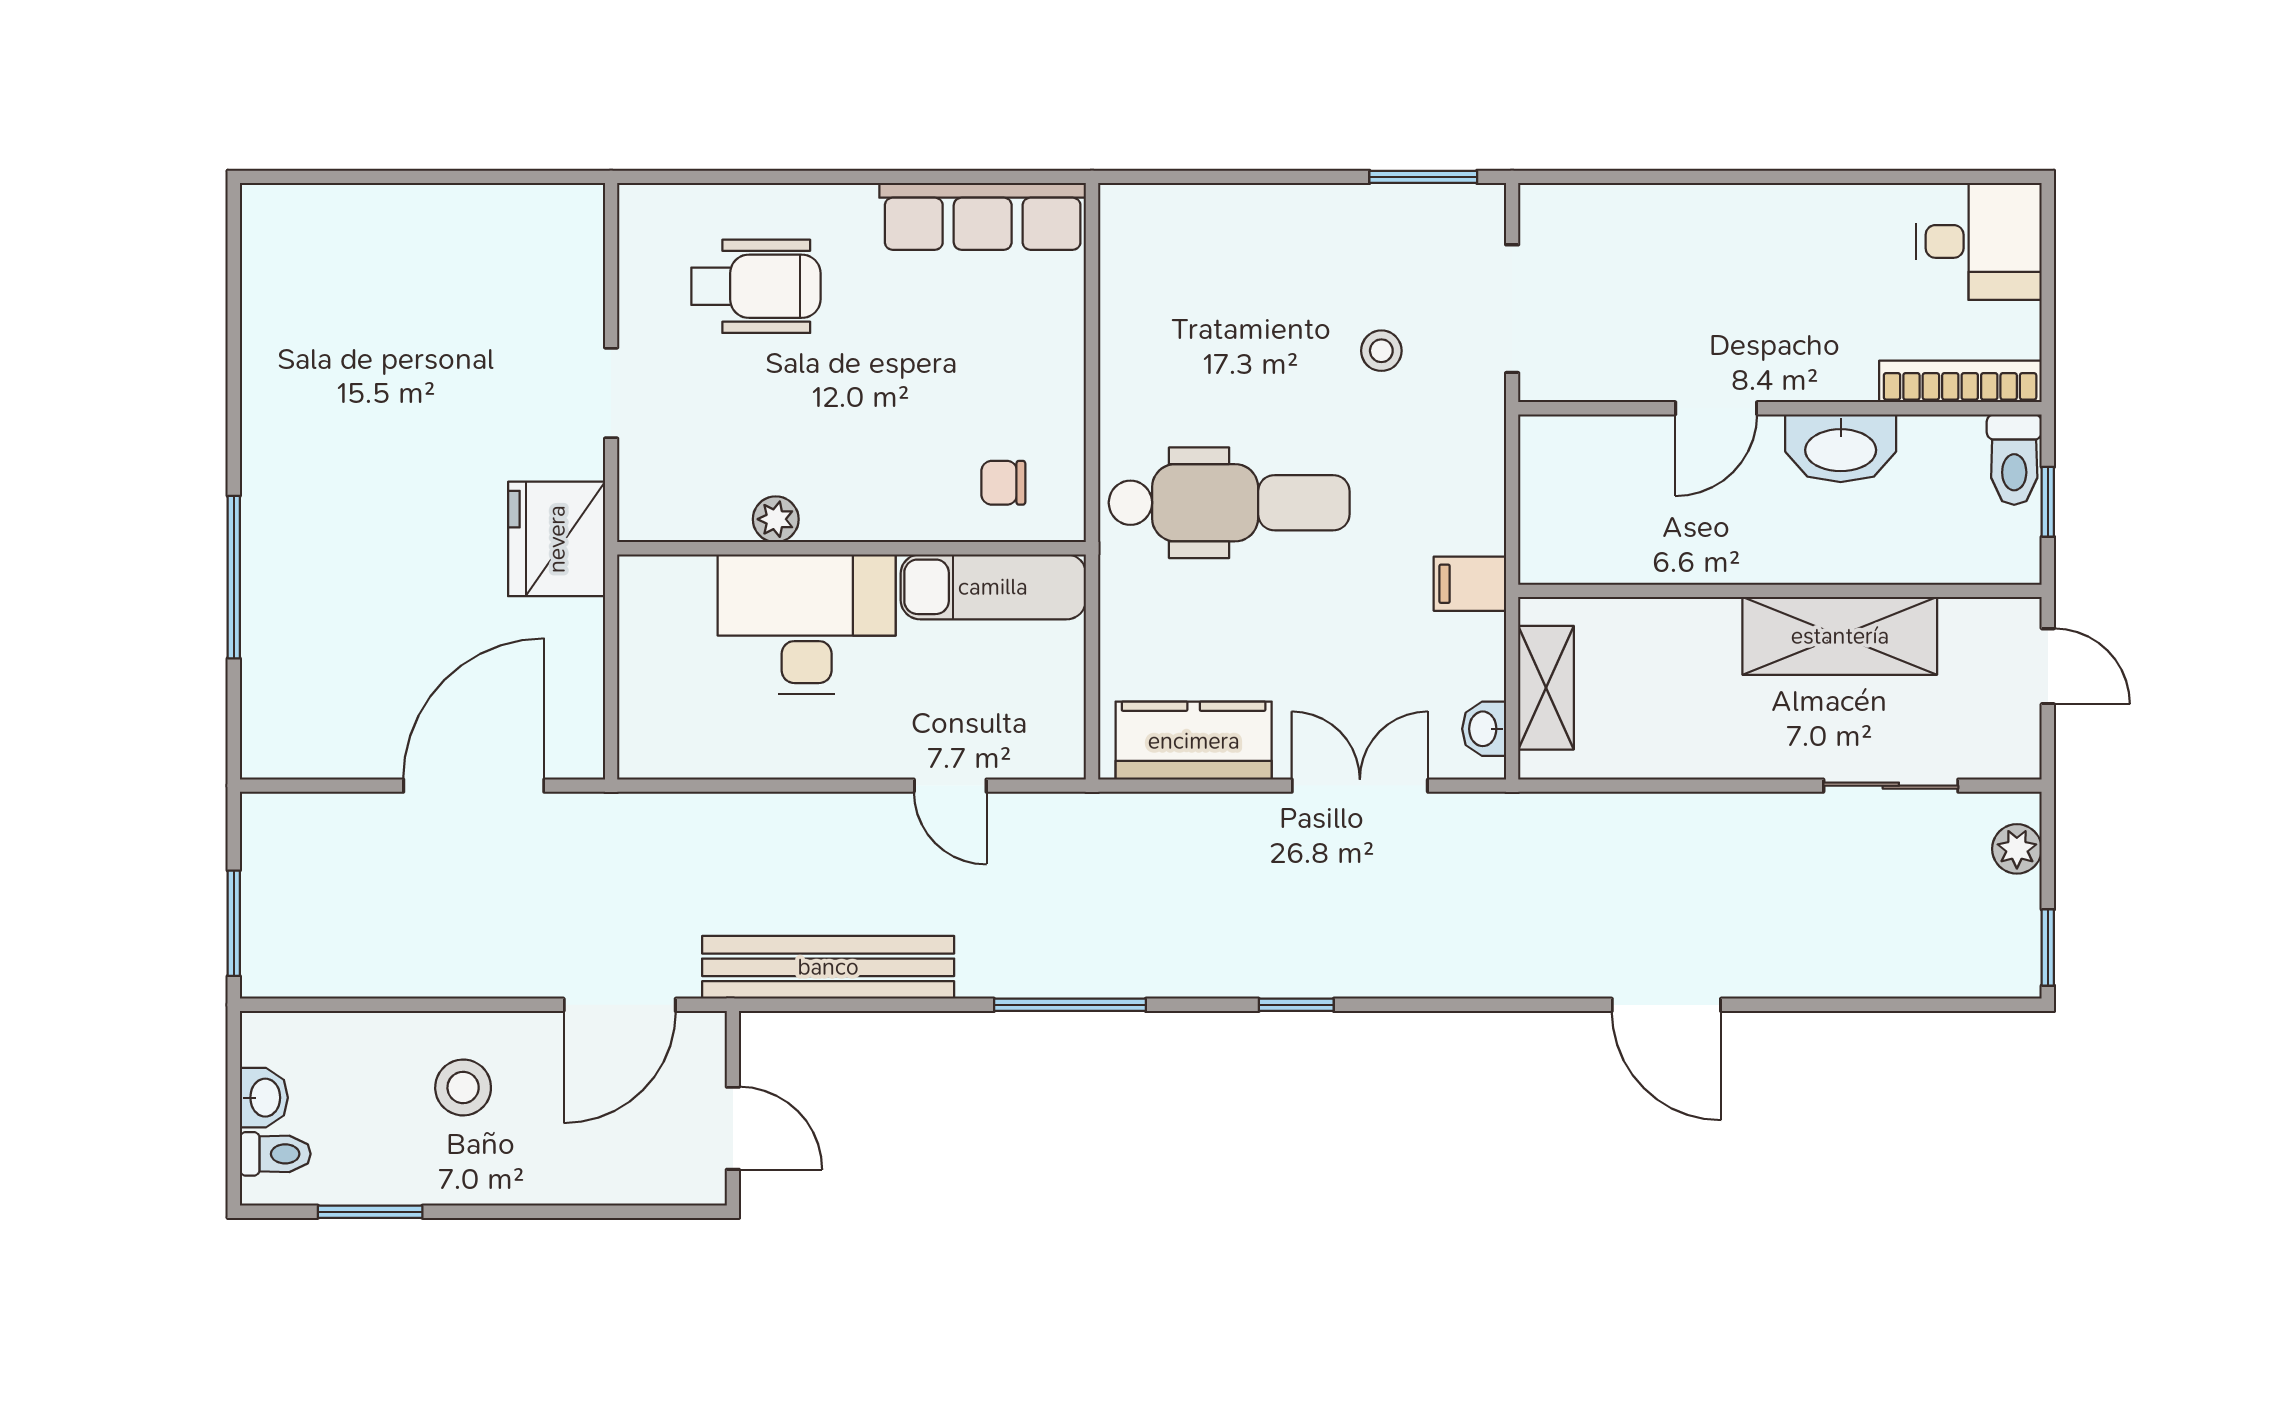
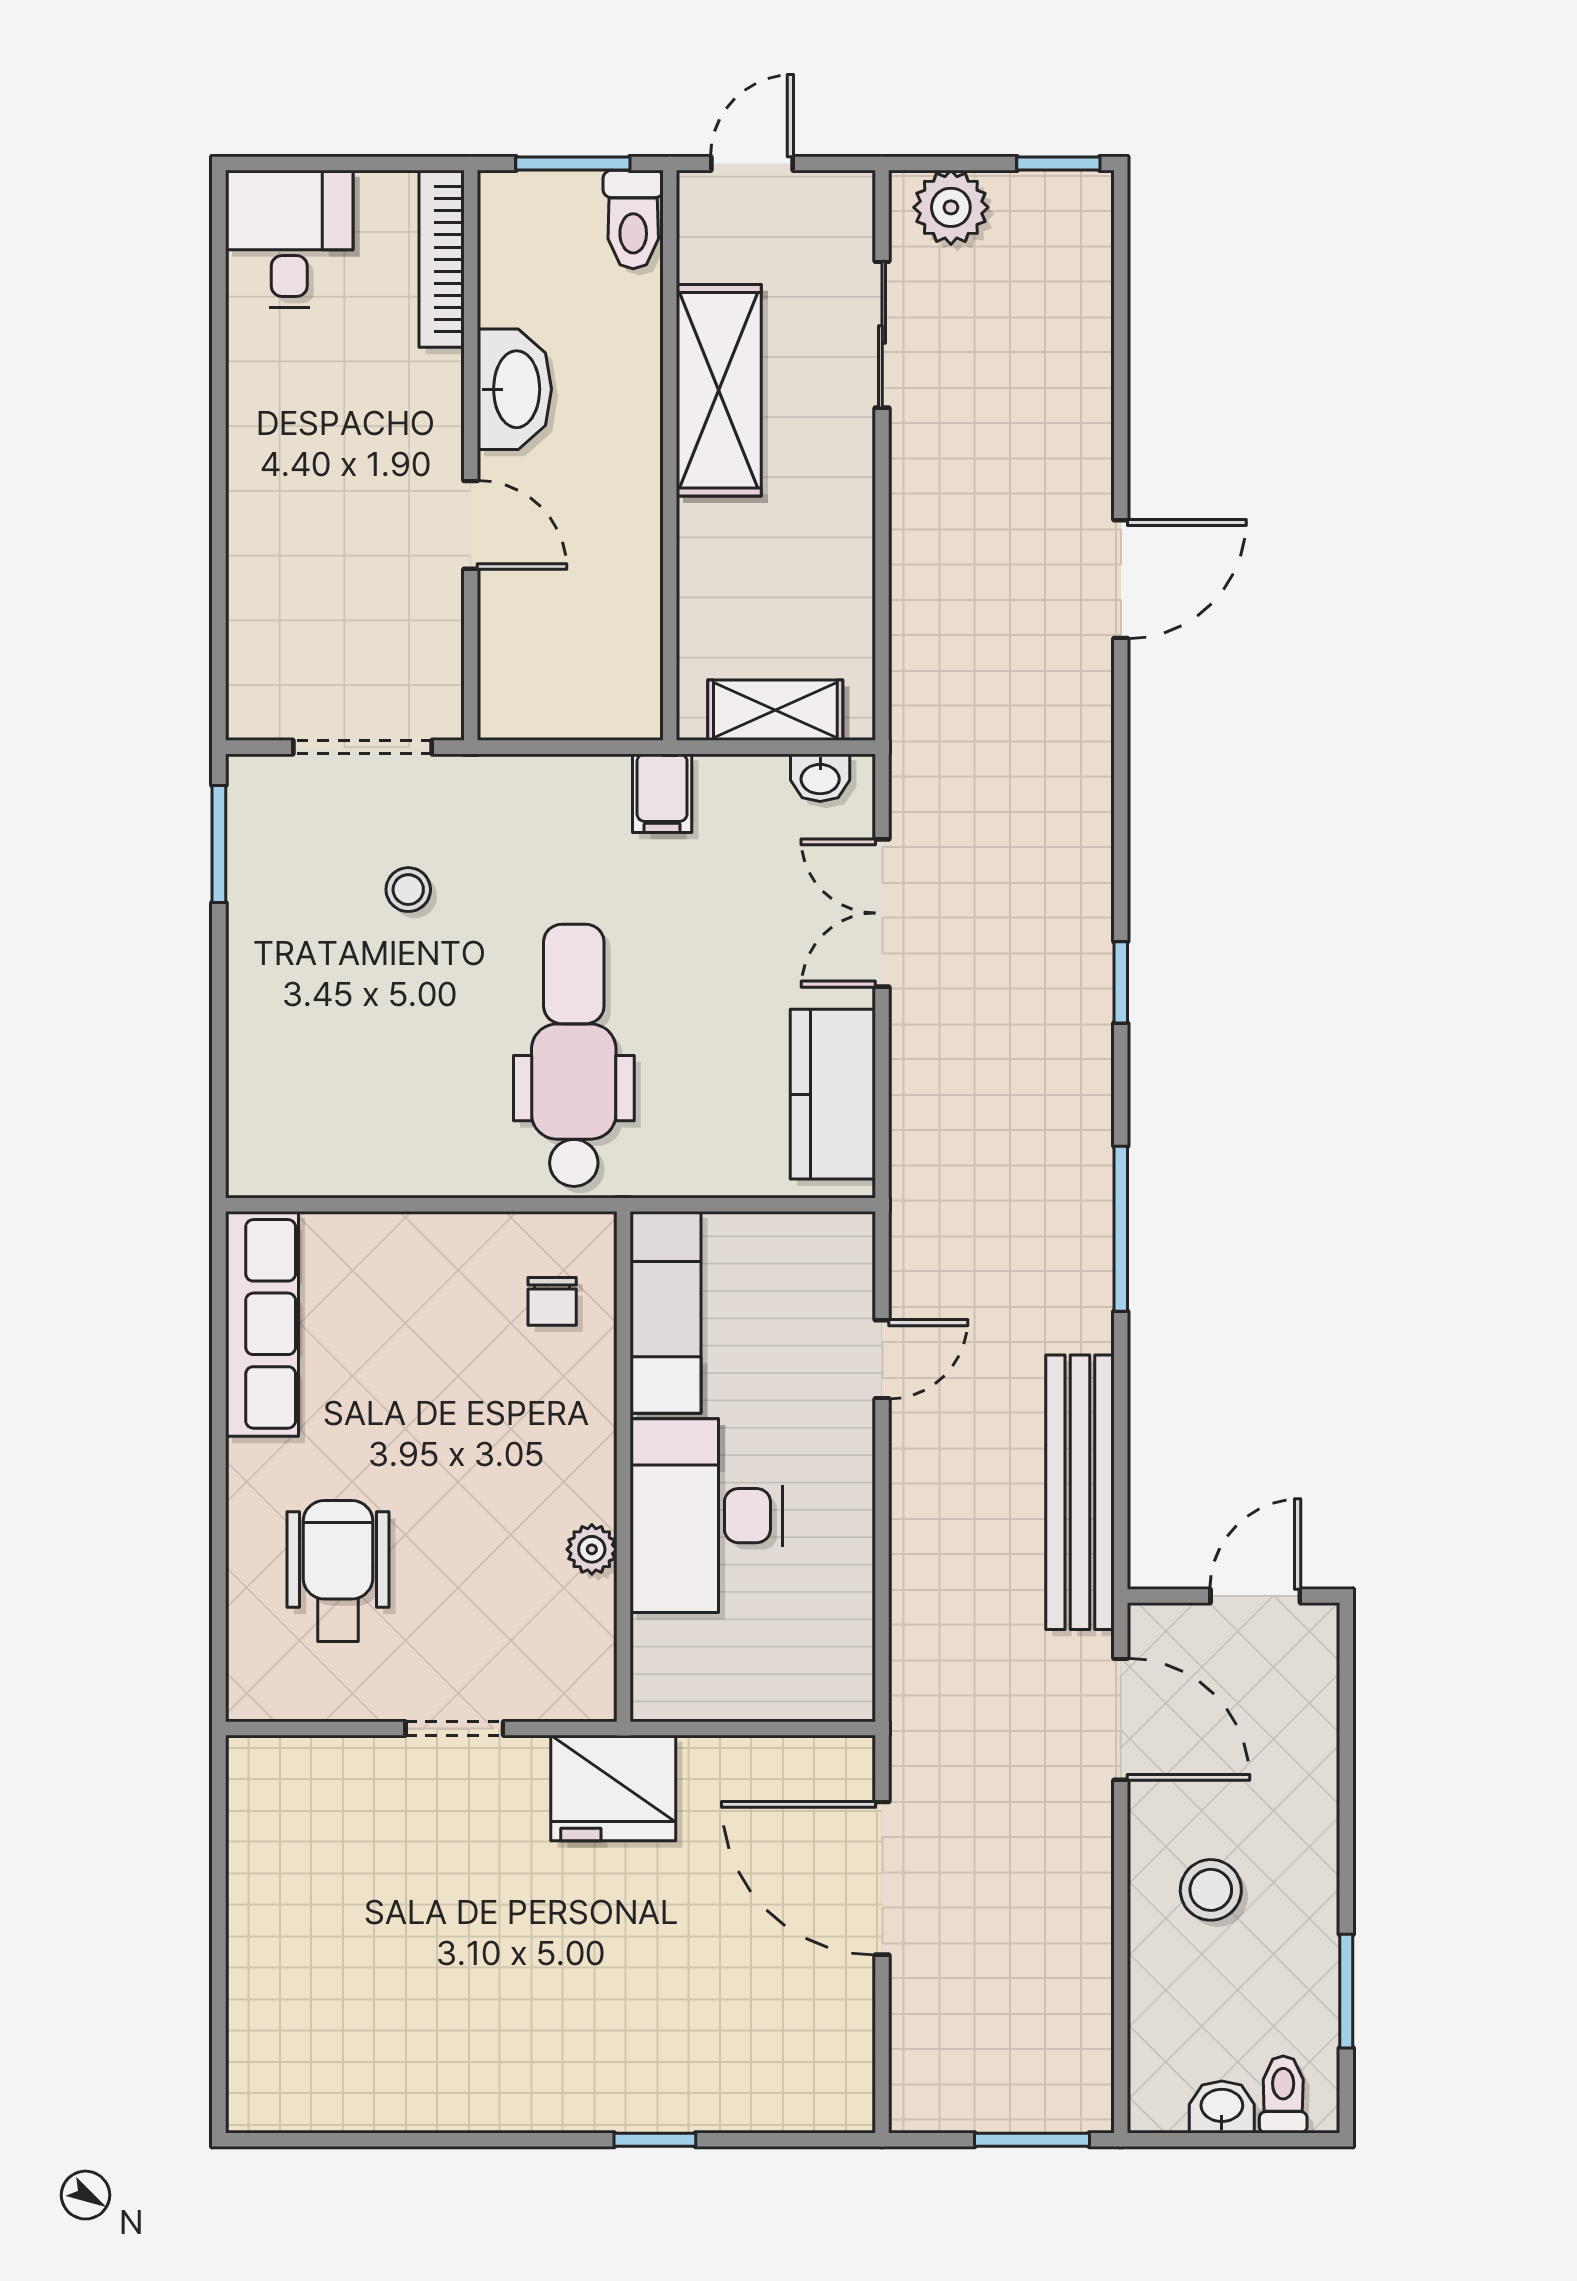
toilet: (2014, 460) -> (633, 220), moved, turned 90
window: (2048, 502) -> (573, 164), width x1.50
window: (234, 577) -> (655, 2140), width x0.46
plant: (2017, 849) -> (951, 207), width x1.38, depth x1.38

